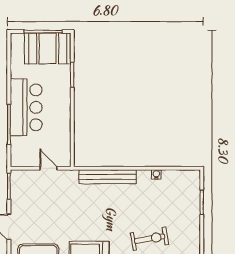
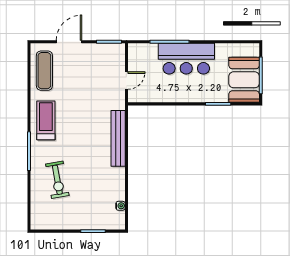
water cooler: (156, 174) -> (120, 206), moved

